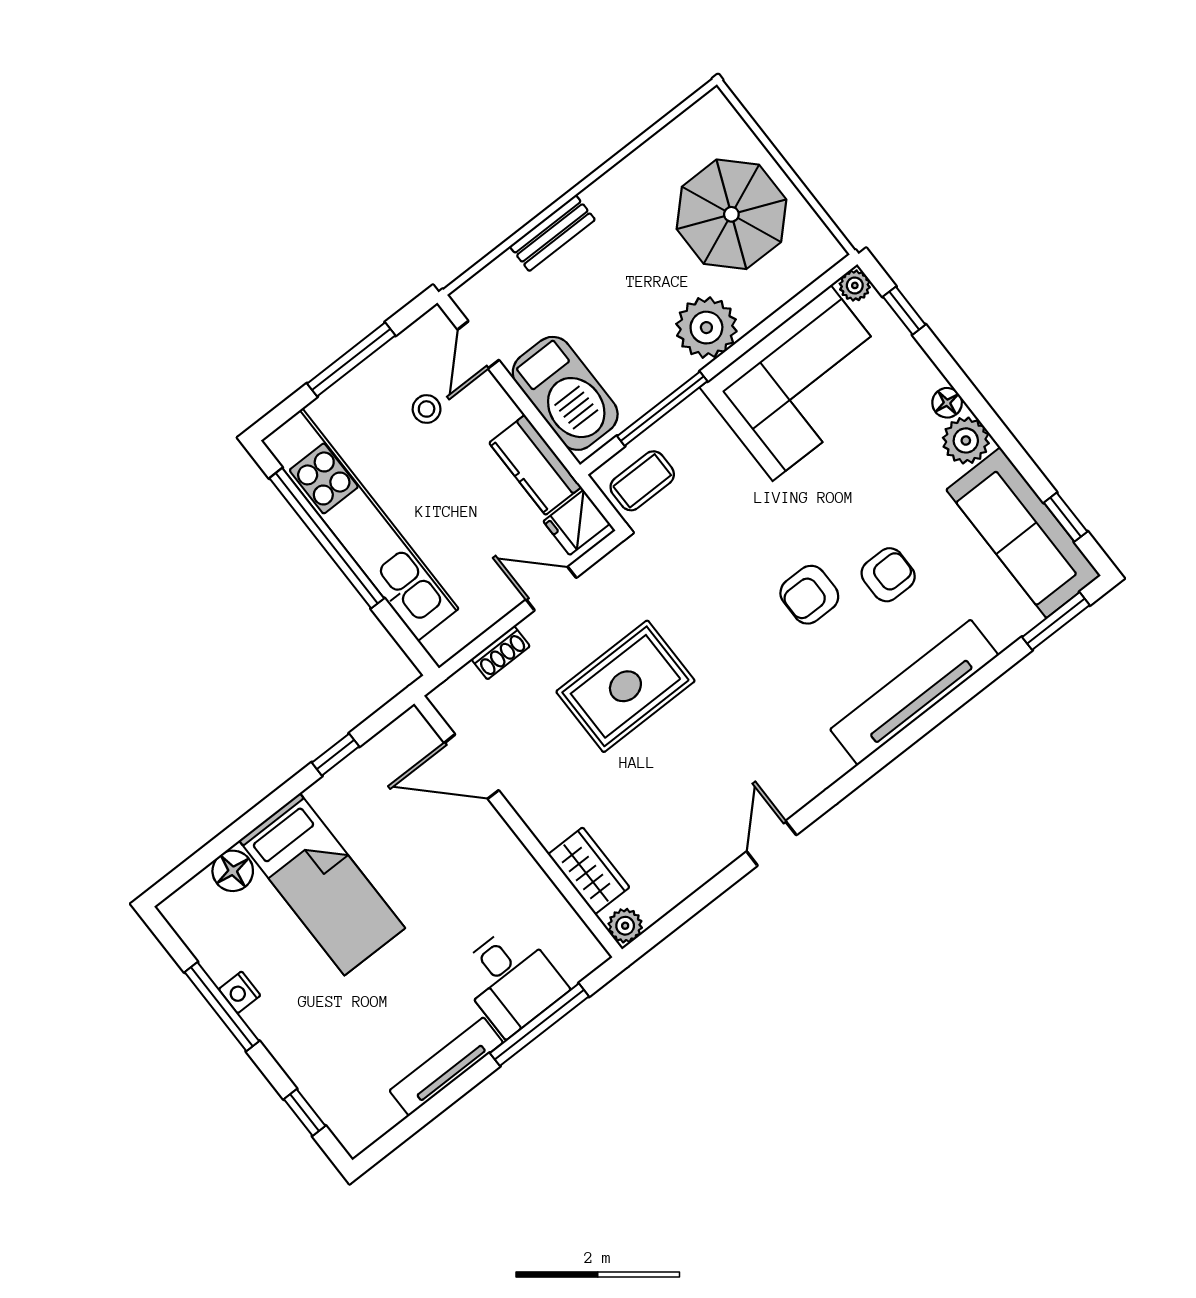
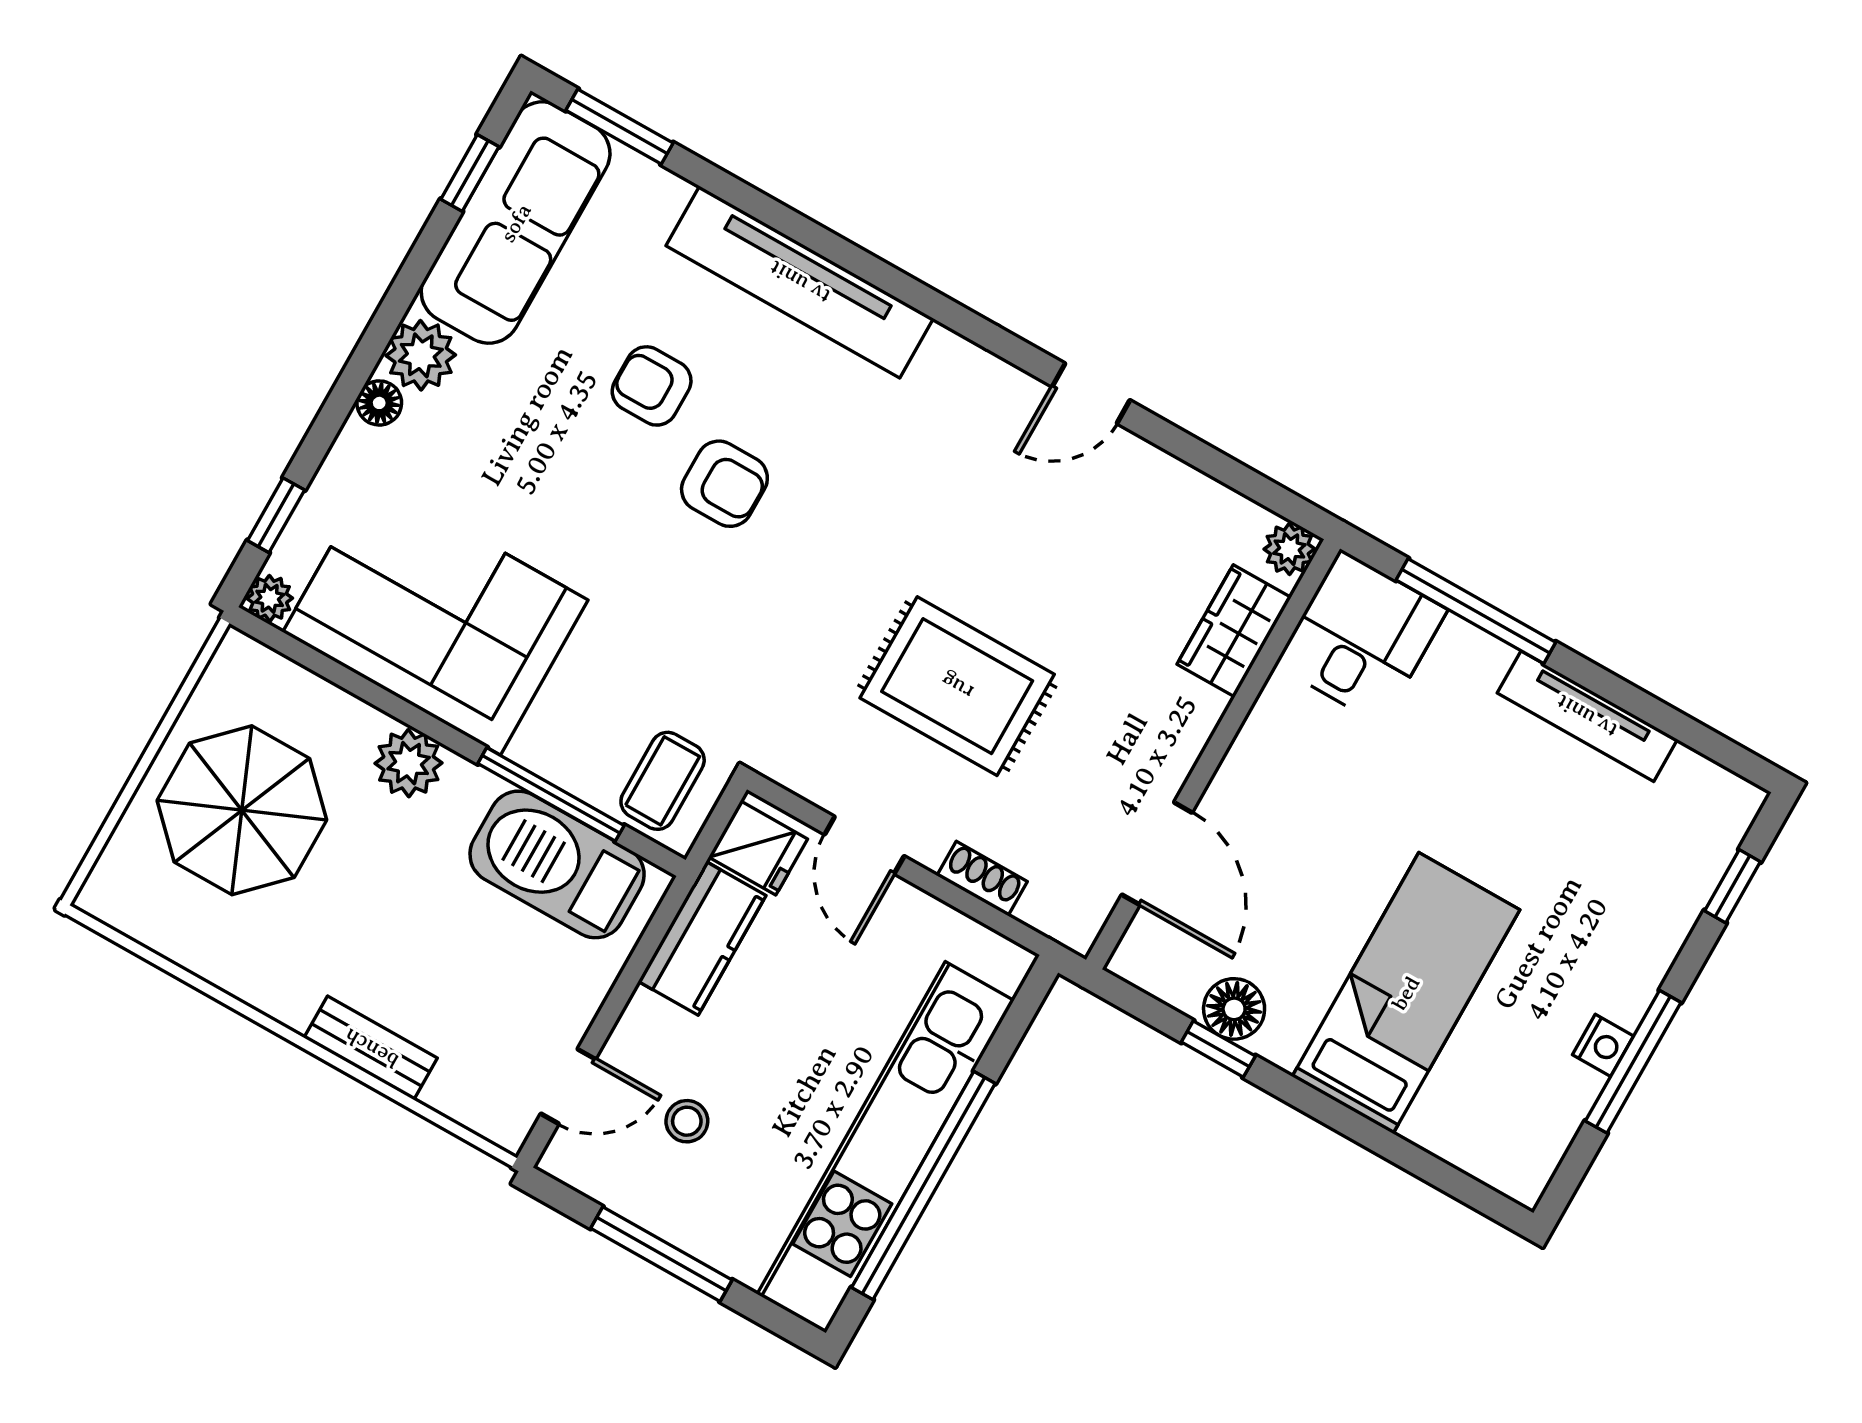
plant: (706, 328) -> (409, 763), width x0.73, depth x0.73
barbecue: (565, 393) -> (557, 864), moved, turned -90
coffee table: (642, 481) -> (663, 781), turned 90
floor lamp: (233, 871) -> (1234, 1009), moved
desk: (511, 980) -> (1361, 637), moved

